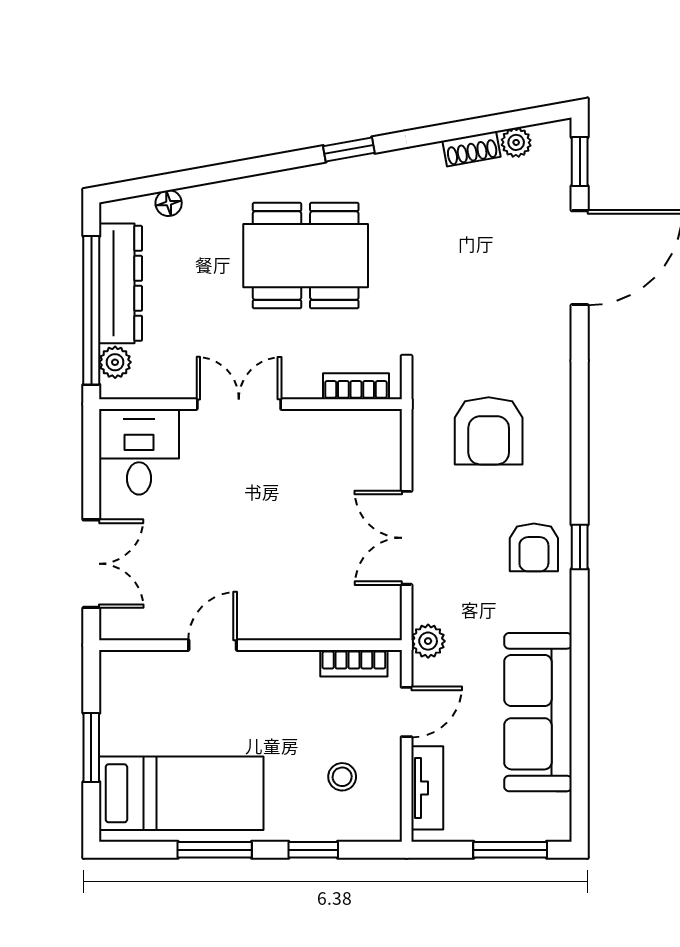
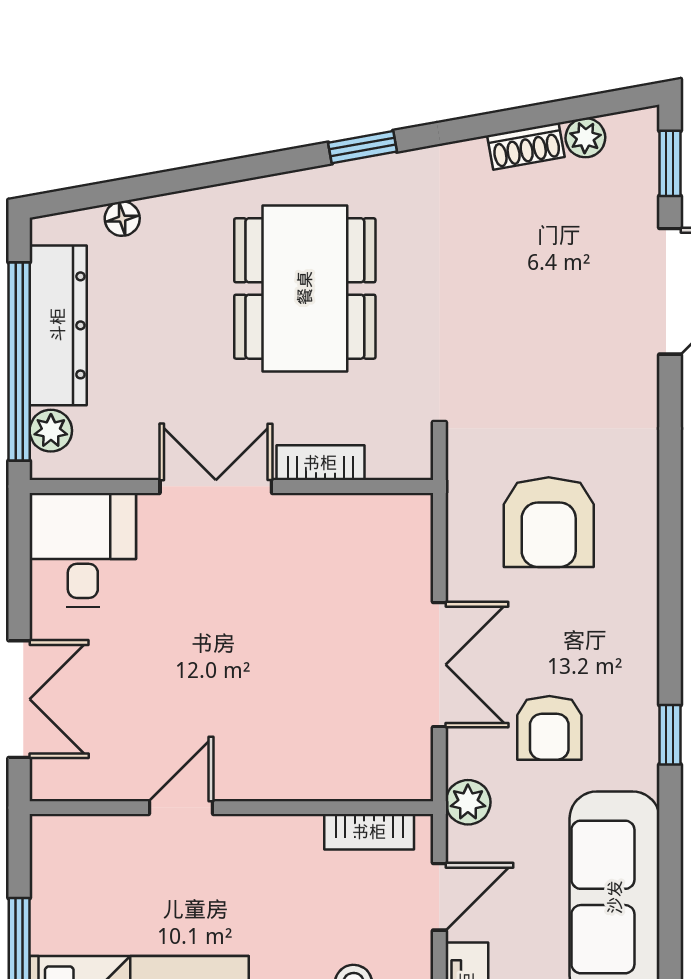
dining table: (306, 256) -> (305, 288), turned 90
bookcase: (356, 386) -> (320, 463), moved
double door: (407, 538) -> (439, 665), swing flipped
armchair: (534, 547) -> (549, 728), moved
window: (580, 547) -> (670, 735), moved

